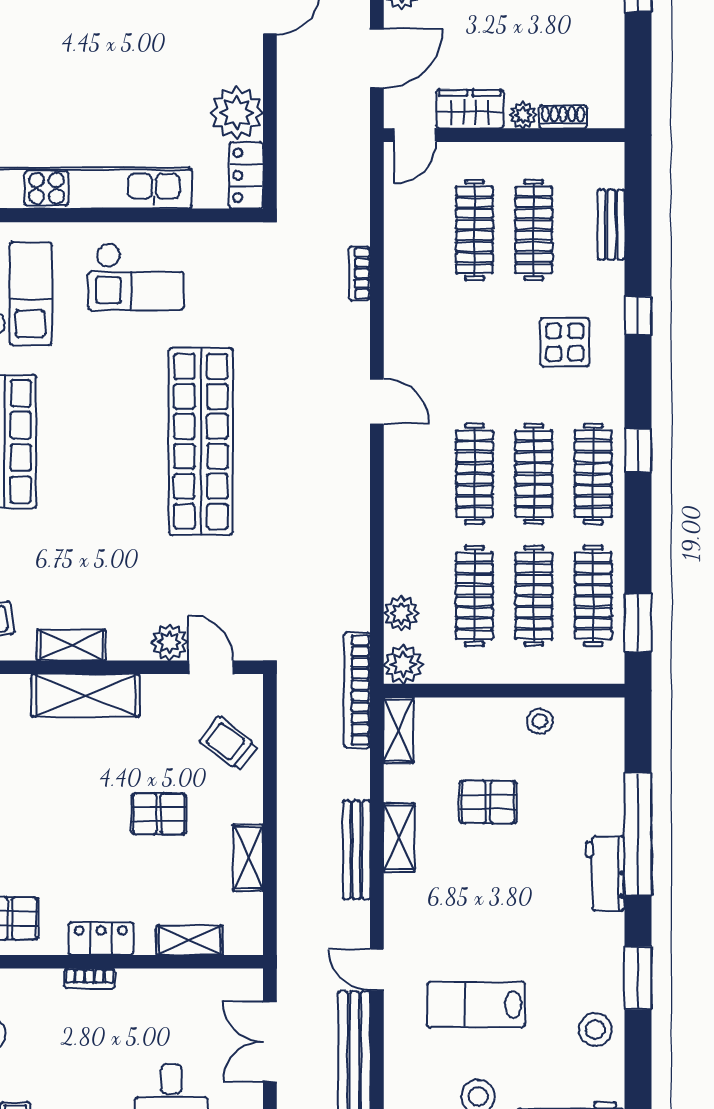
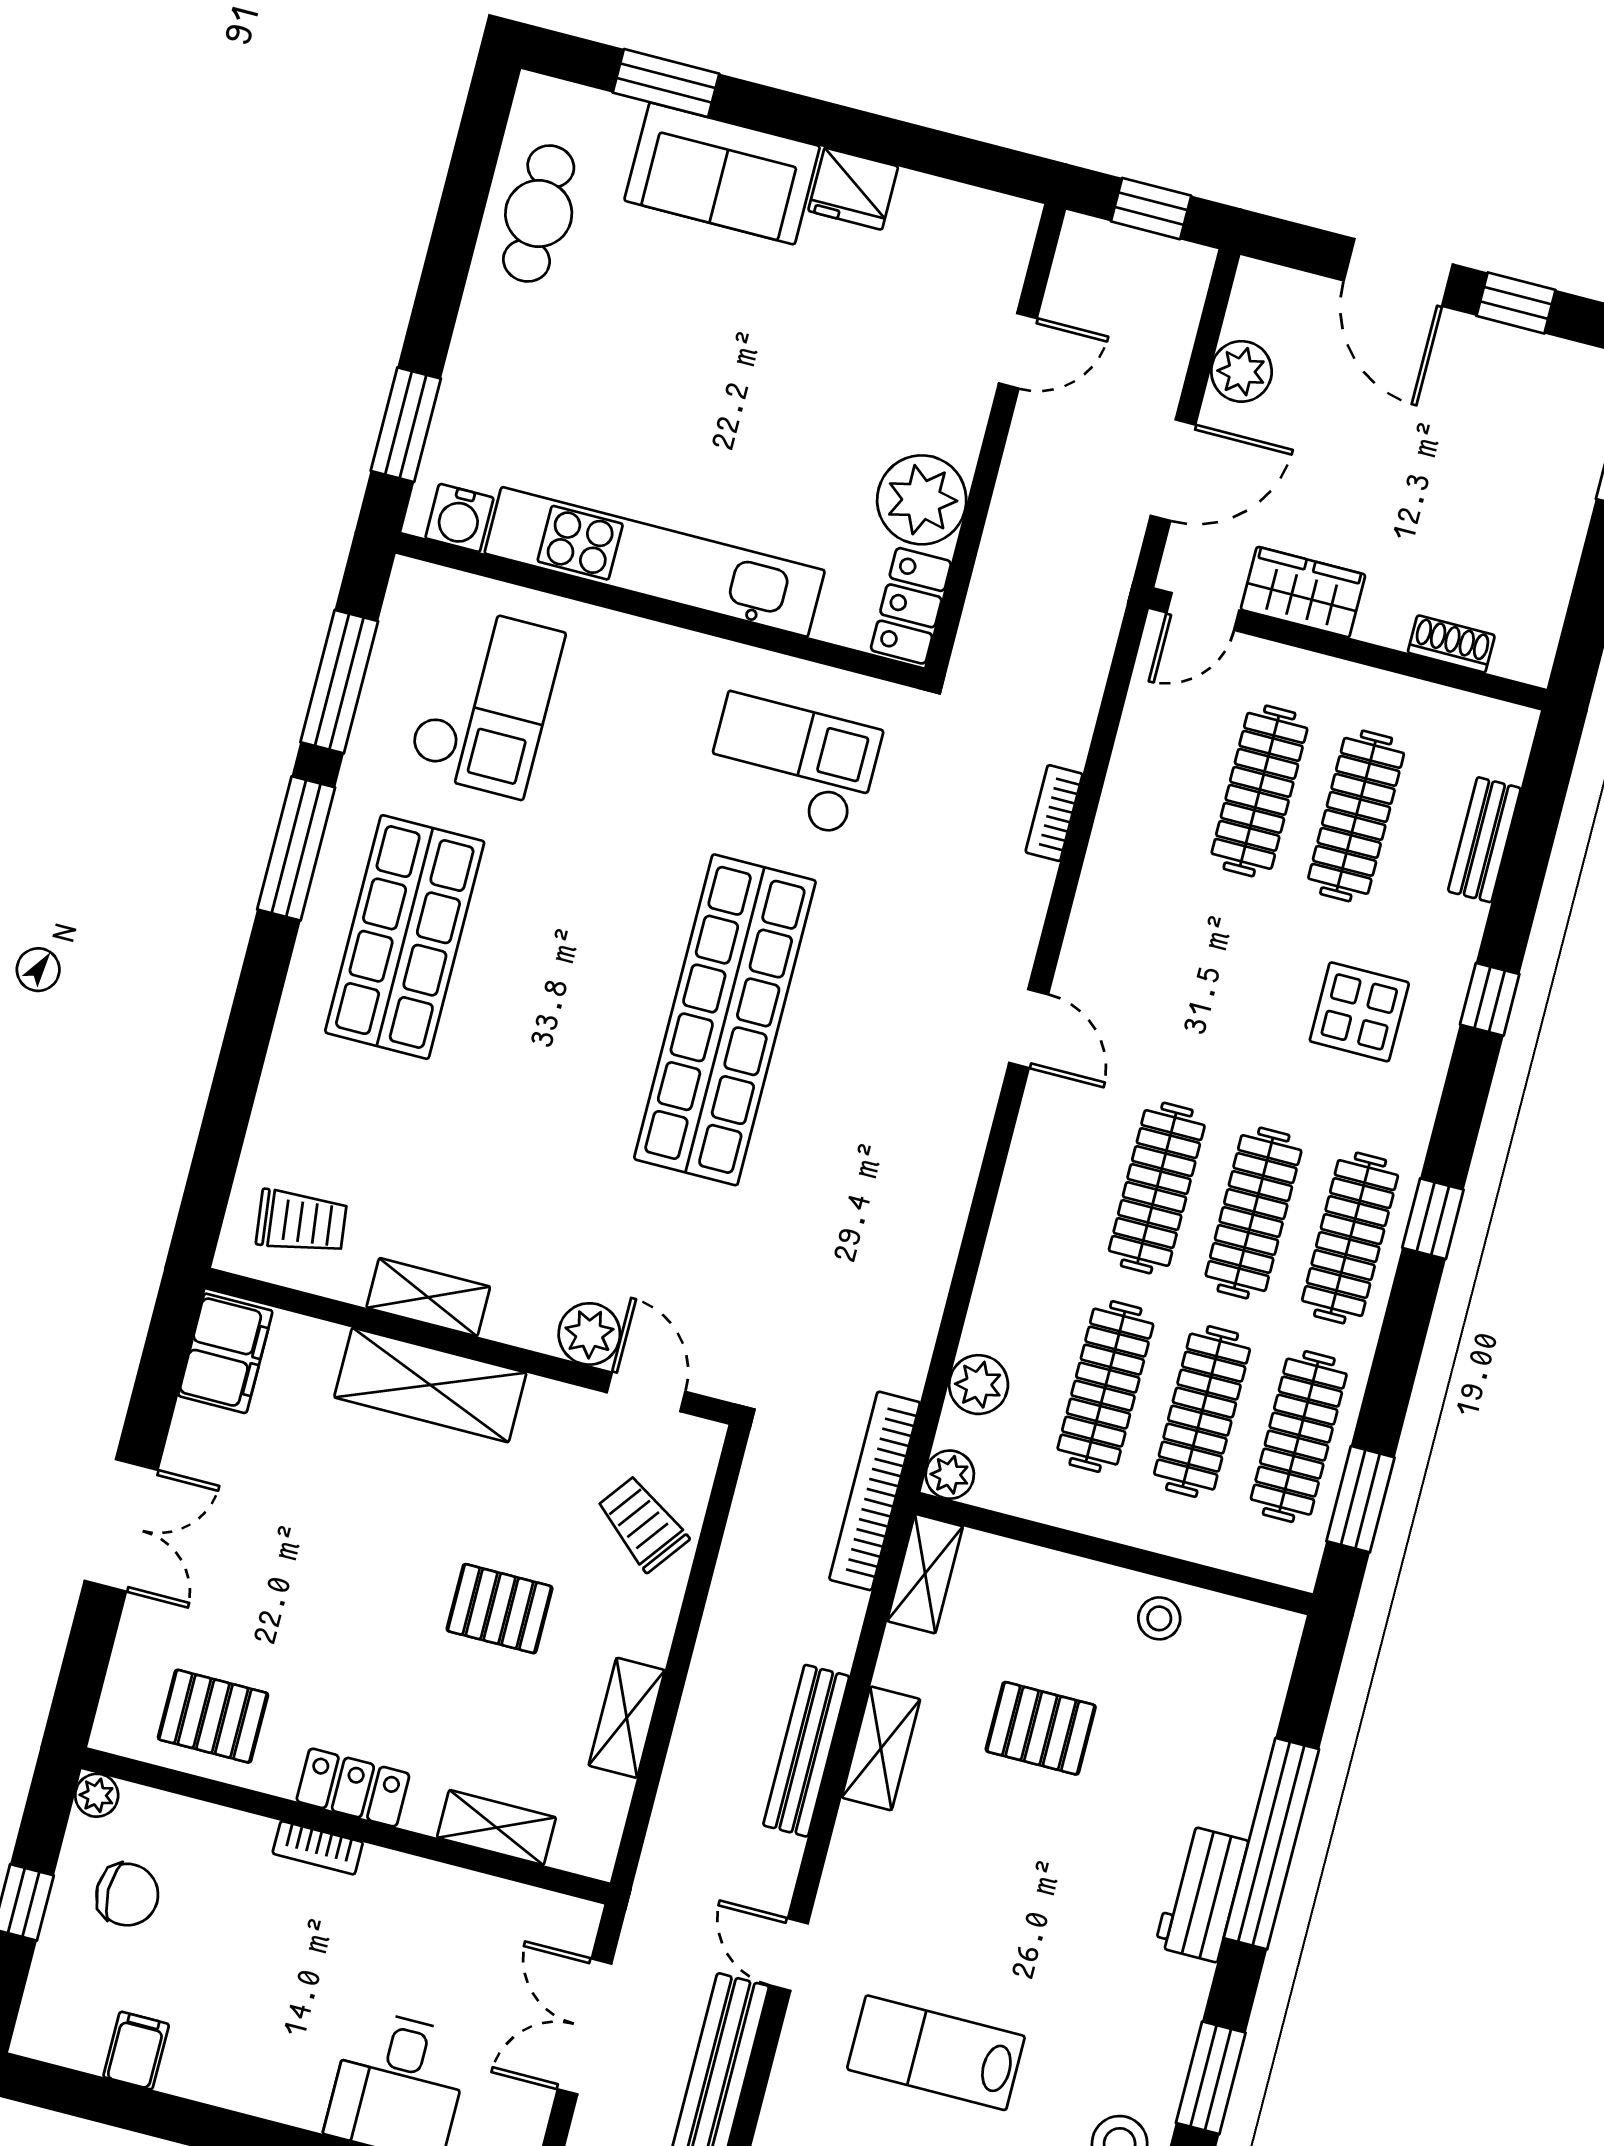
plant: (523, 115) -> (1387, 624), removed
checkout: (136, 277) -> (792, 765), moved, turned 180
plant: (403, 664) -> (950, 1475), width x0.73, depth x0.73

